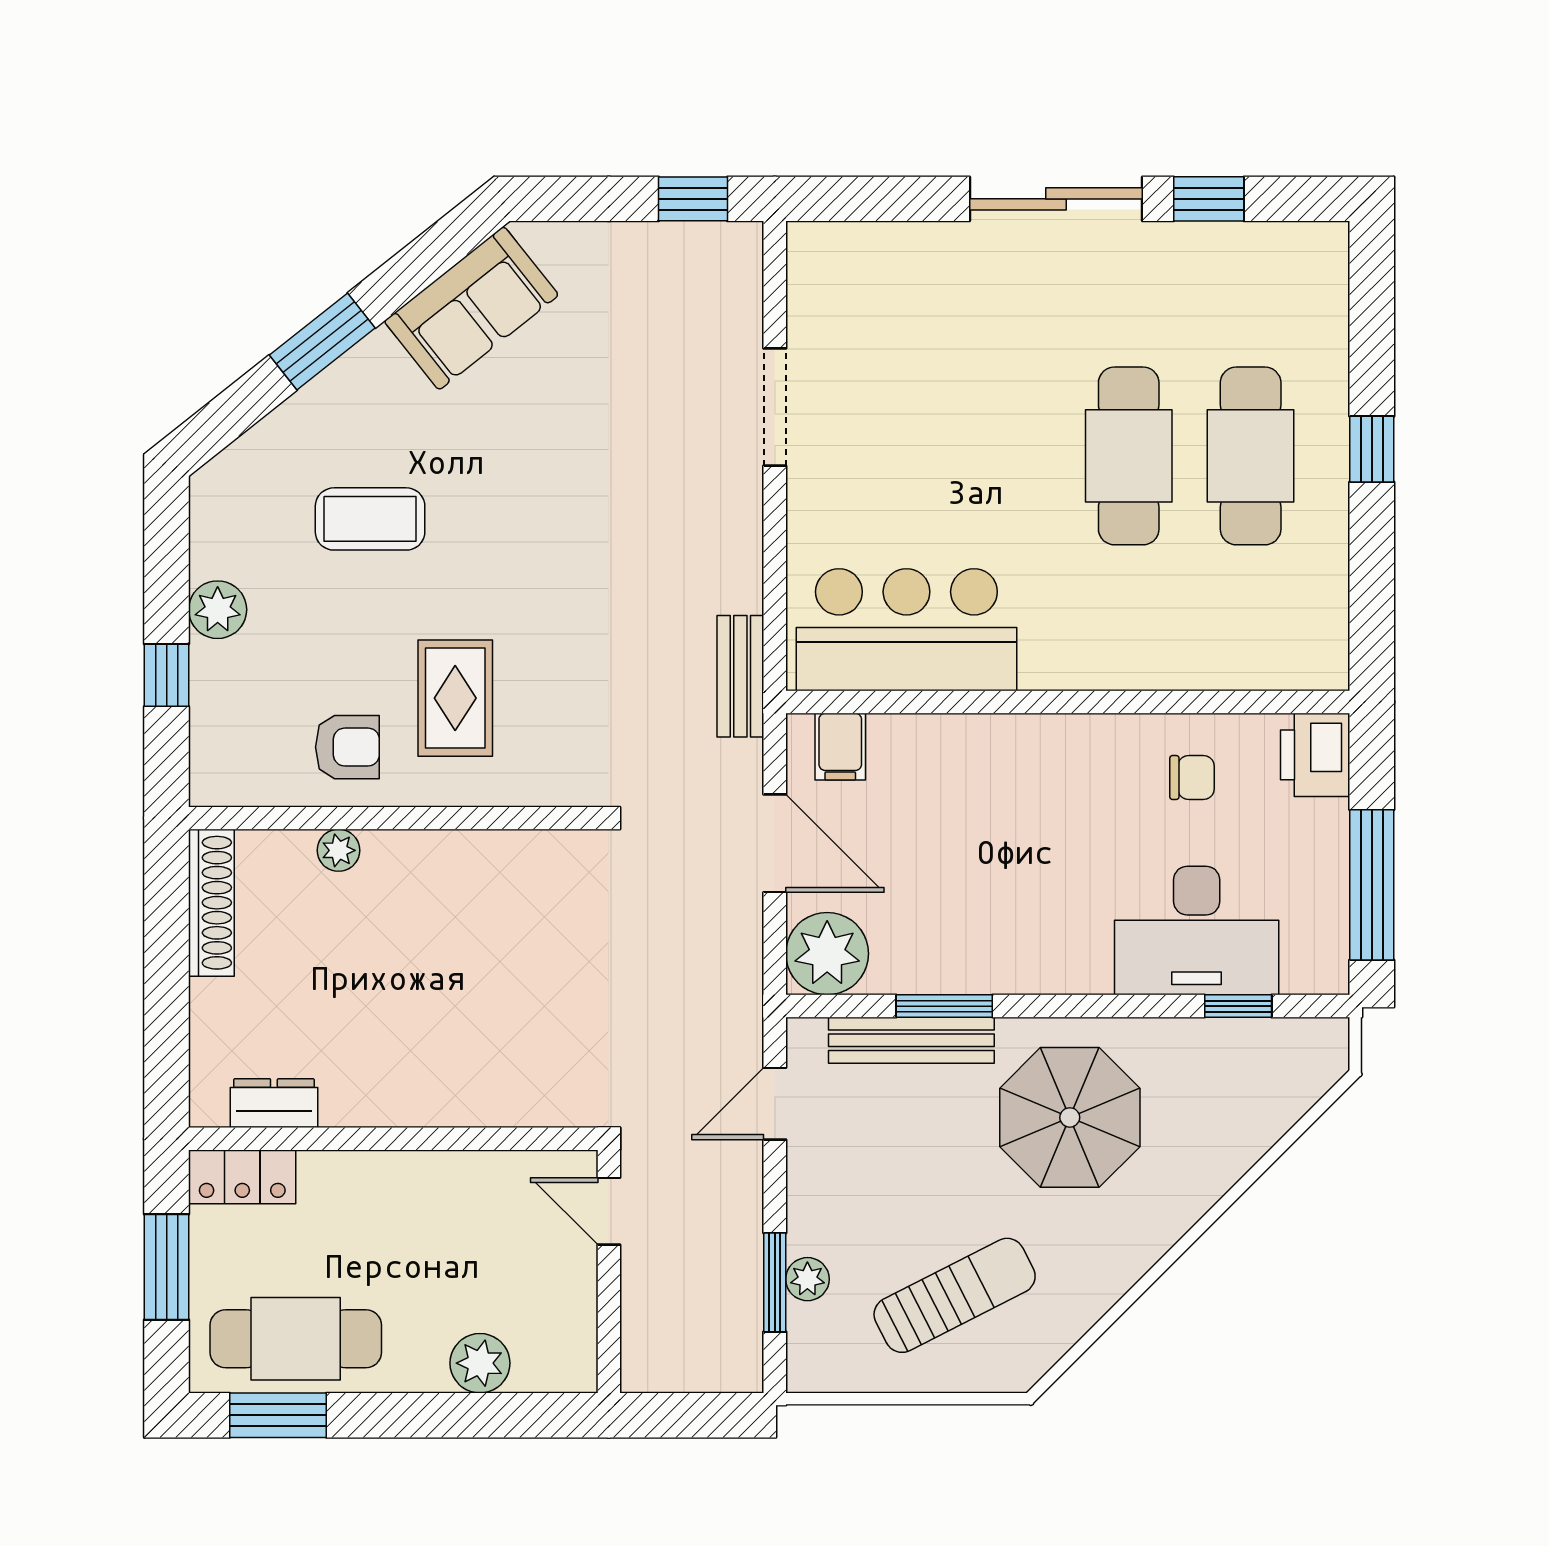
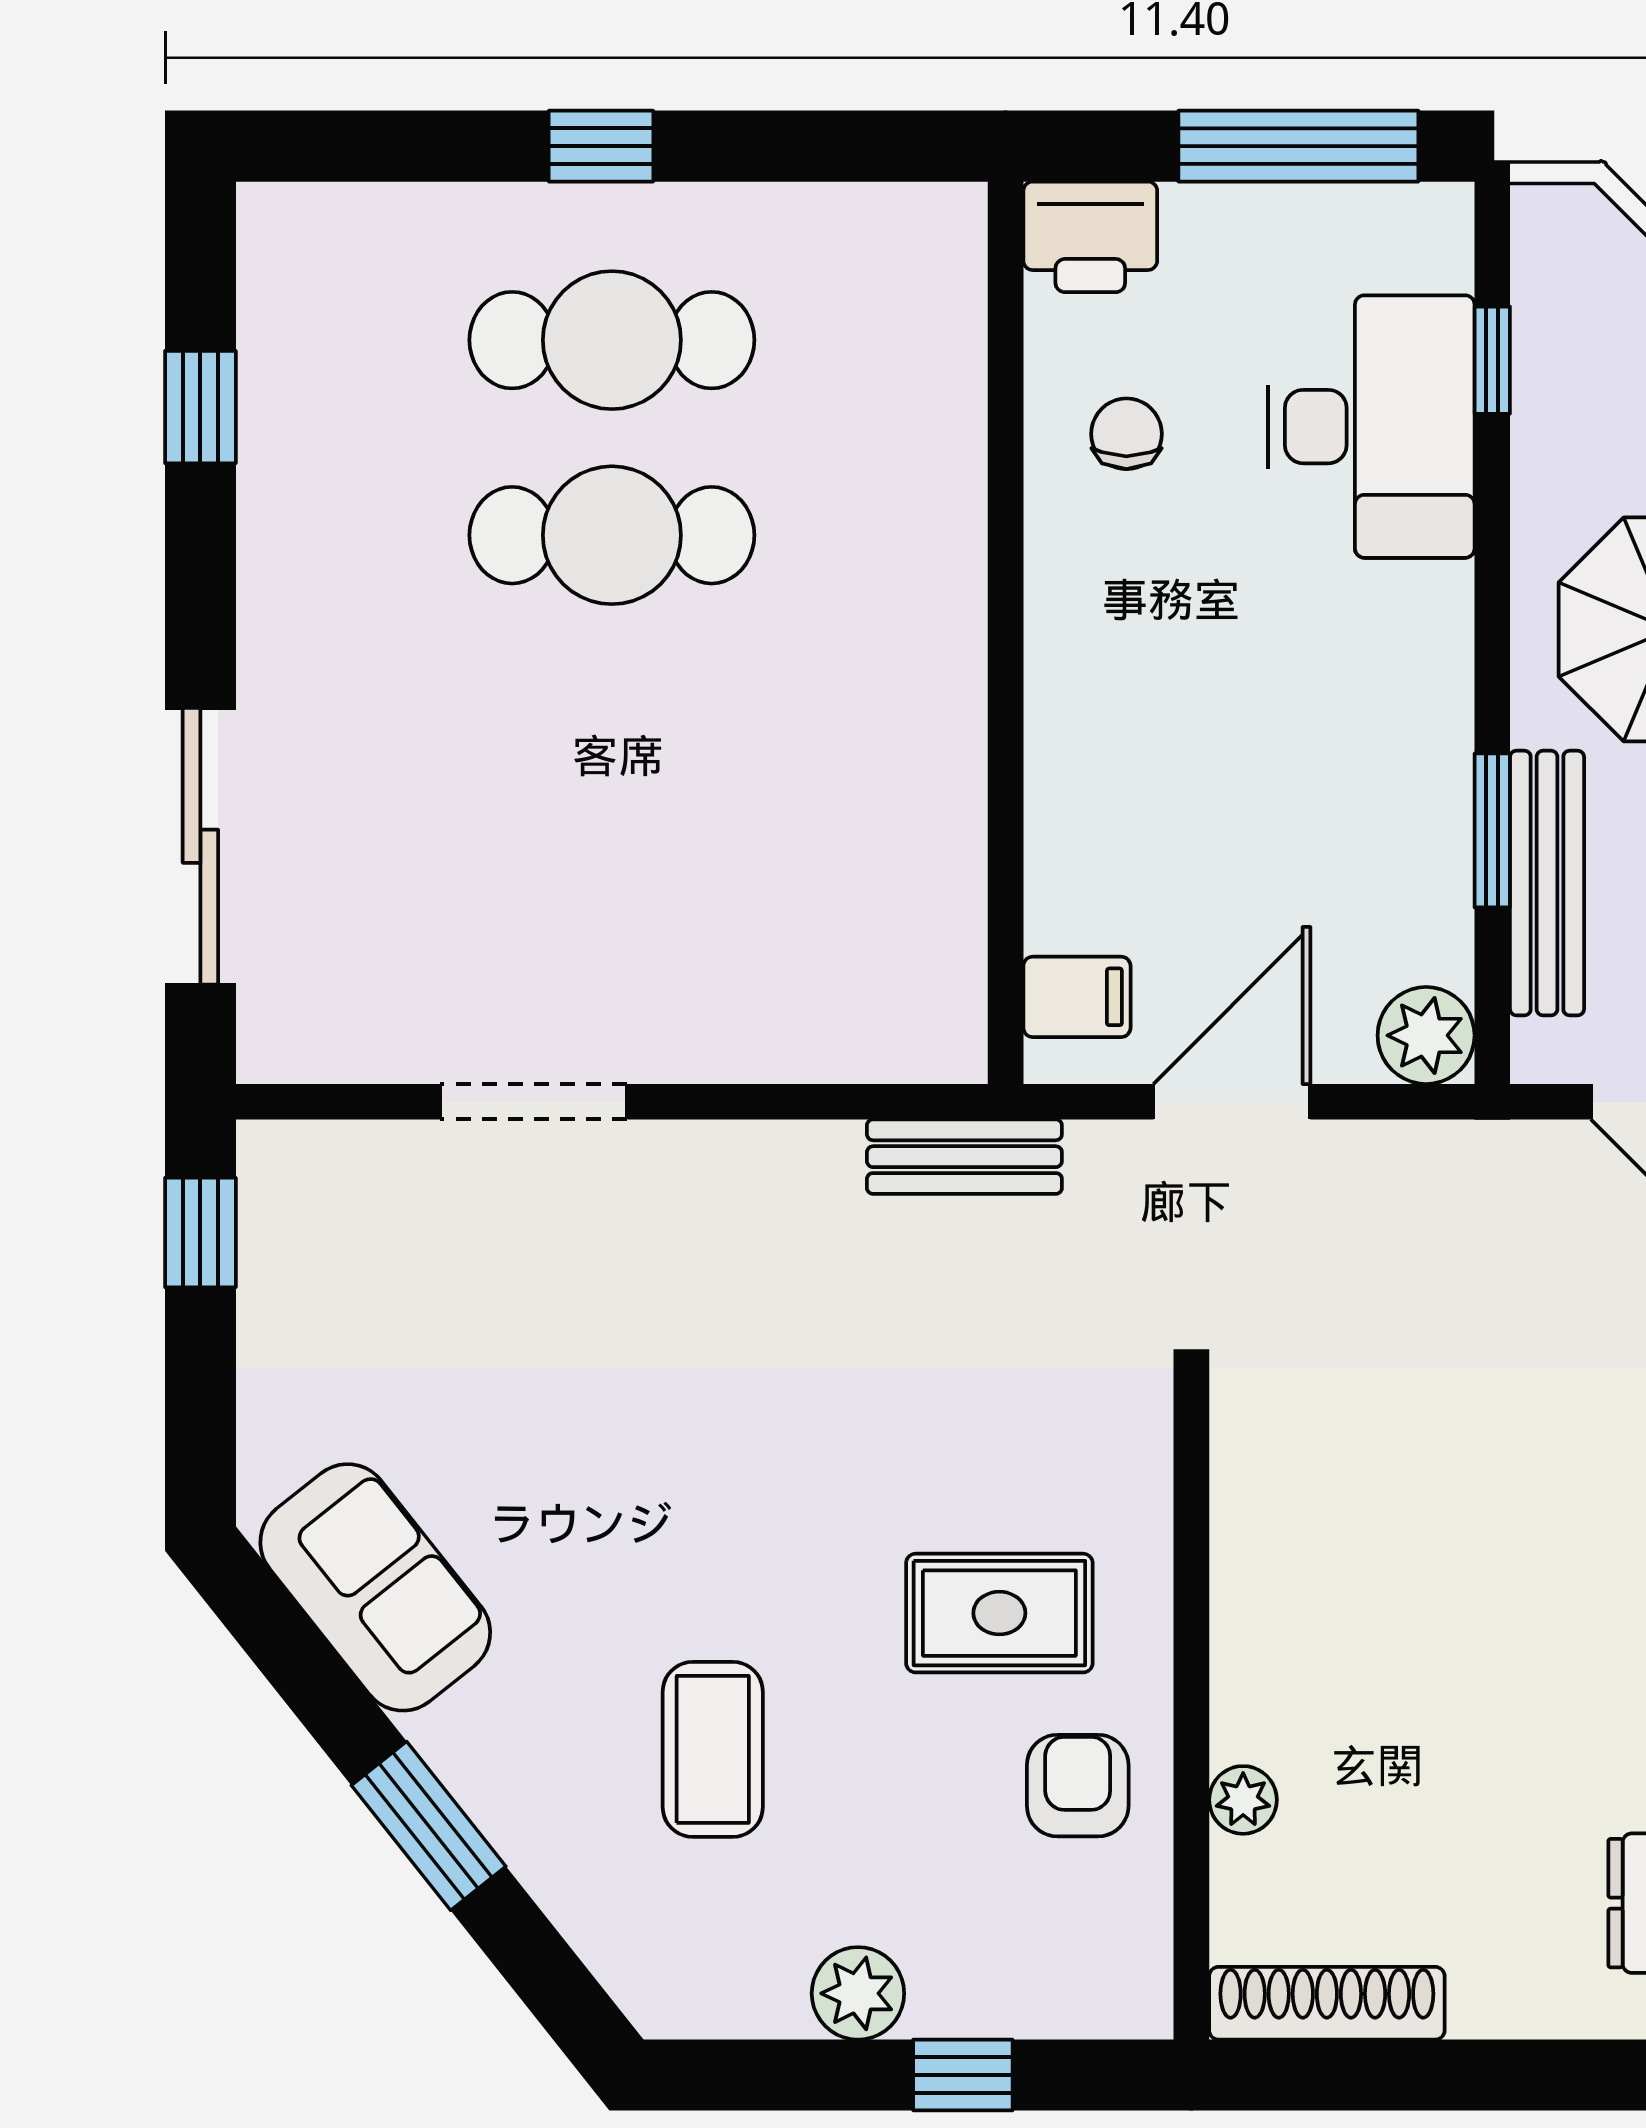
sliding door: (1056, 199) -> (200, 846), moved
bar counter: (906, 630) -> (890, 891), removed
plant: (827, 954) -> (1426, 1035), width x0.73, depth x0.73

